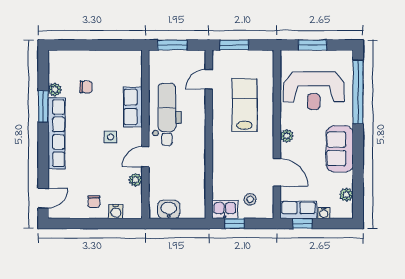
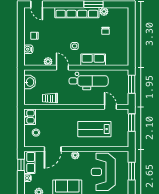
lab bench: (245, 105) -> (94, 129), turned 180
trolley: (195, 176) -> (50, 98), added
window: (235, 223) -> (21, 123), removed

